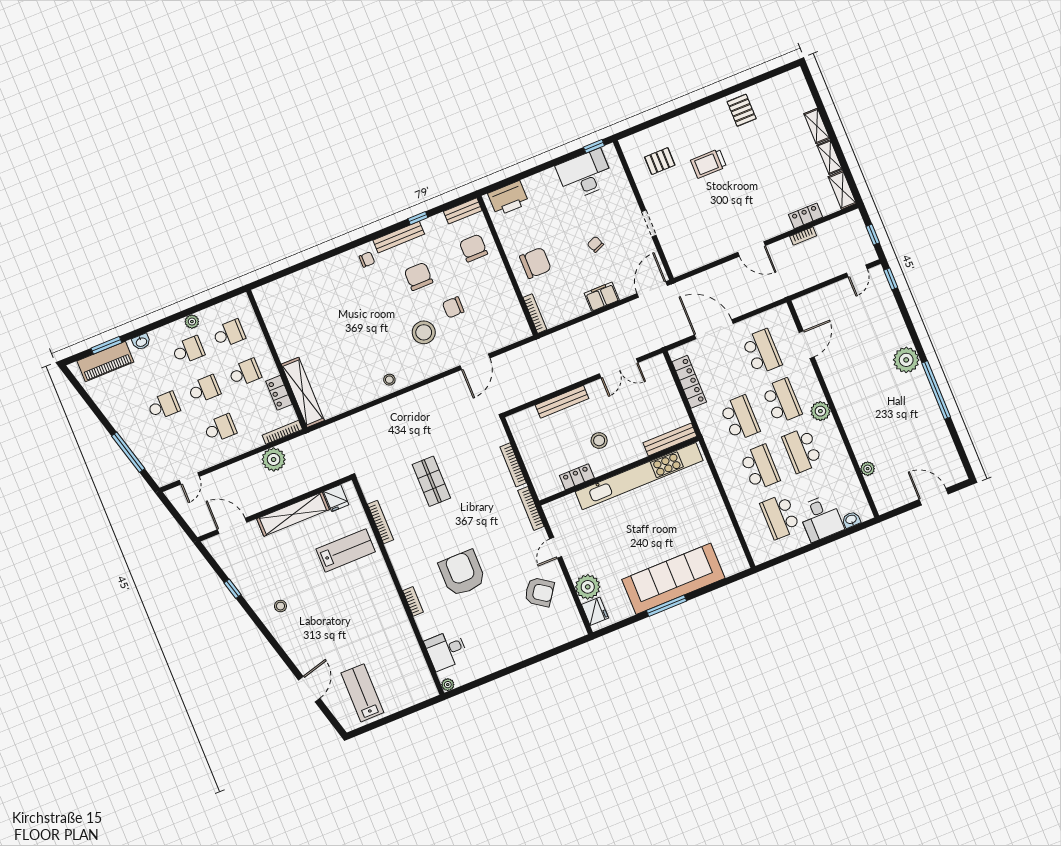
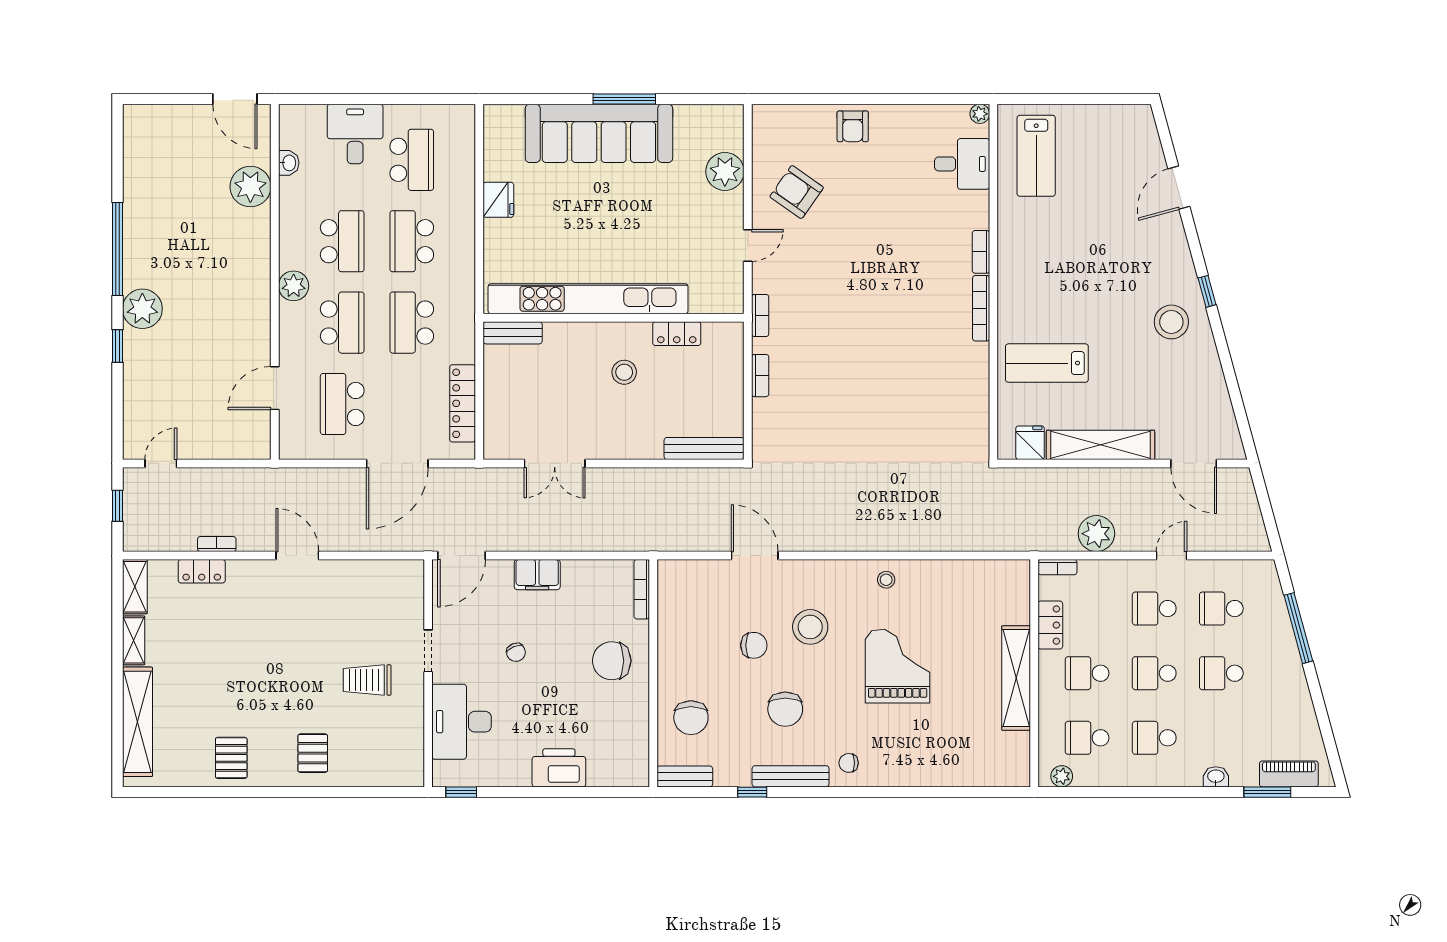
shelving: (817, 126) -> (137, 722), width x2.20, depth x1.33
pallet: (660, 161) -> (313, 753), moved, turned 90
trolley: (709, 163) -> (367, 680), moved, turned 180
desk: (585, 175) -> (462, 722), moved, turned 90
printer: (508, 198) -> (559, 768), moved
window: (891, 279) -> (117, 346), moved
plant: (192, 322) -> (1062, 776), moved
door: (714, 329) -> (397, 463), hinge flipped
grand piano: (361, 330) -> (898, 666), added
piano: (105, 362) -> (1289, 774), width x0.73, depth x0.75
door: (475, 362) -> (755, 556), hinge flipped
double door: (619, 368) -> (555, 463), swing flipped
shelving: (303, 392) -> (1016, 678), moved
school desk: (782, 401) -> (342, 323), turned 180
bench: (562, 402) -> (704, 448), moved
bookcase: (282, 432) -> (1057, 567), width x0.64
bench: (670, 439) -> (513, 333), width x0.73
school desk: (180, 445) -> (1221, 609), added
bookcase: (513, 465) -> (760, 376), width x0.64
plant: (868, 469) -> (250, 187), width x1.87, depth x1.87
door: (189, 478) -> (1172, 556), moved
shop shelf: (431, 481) -> (885, 411), removed
door: (934, 497) -> (235, 99), moved
bookcase: (531, 508) -> (760, 315), width x0.64
washbasin: (851, 520) -> (289, 163), moved, turned -90
bookcase: (380, 522) -> (981, 308), moved
armchair: (462, 573) -> (853, 126), moved, width x0.53, depth x0.53
window: (232, 589) -> (1207, 291), moved
stool: (280, 606) -> (1171, 322), width x1.89, depth x1.89
fridge: (595, 611) -> (498, 200), moved, turned 180
lab bench: (362, 693) -> (1036, 156), moved

